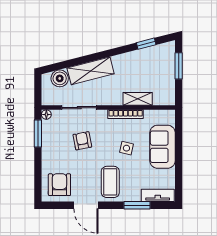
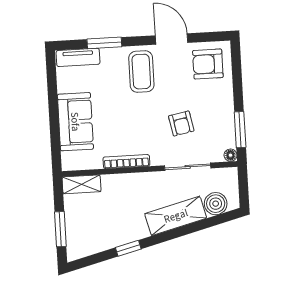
window: (146, 44) -> (128, 248), moved
shelving: (138, 99) -> (82, 184), moved
side table: (126, 148) -> (123, 117), removed
armchair: (59, 185) -> (208, 64), turned 90

